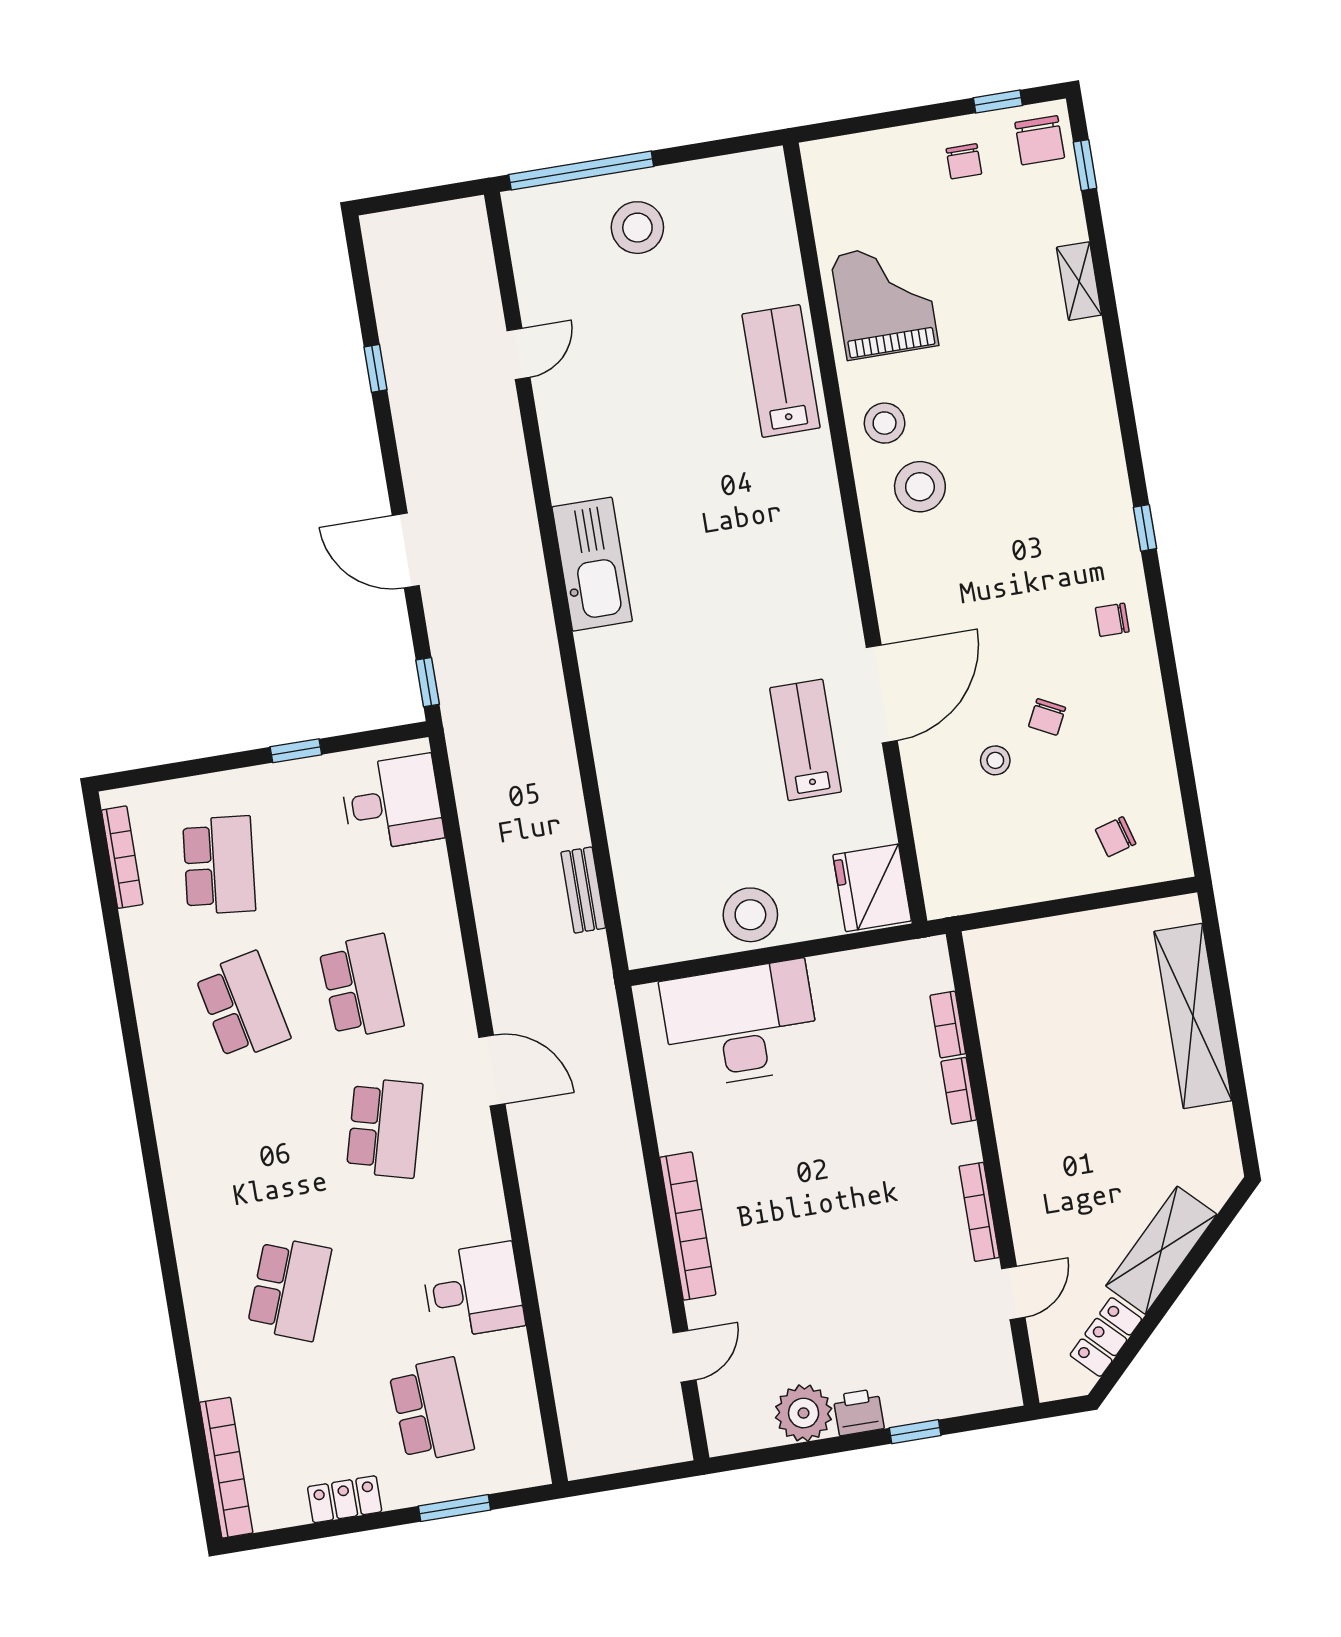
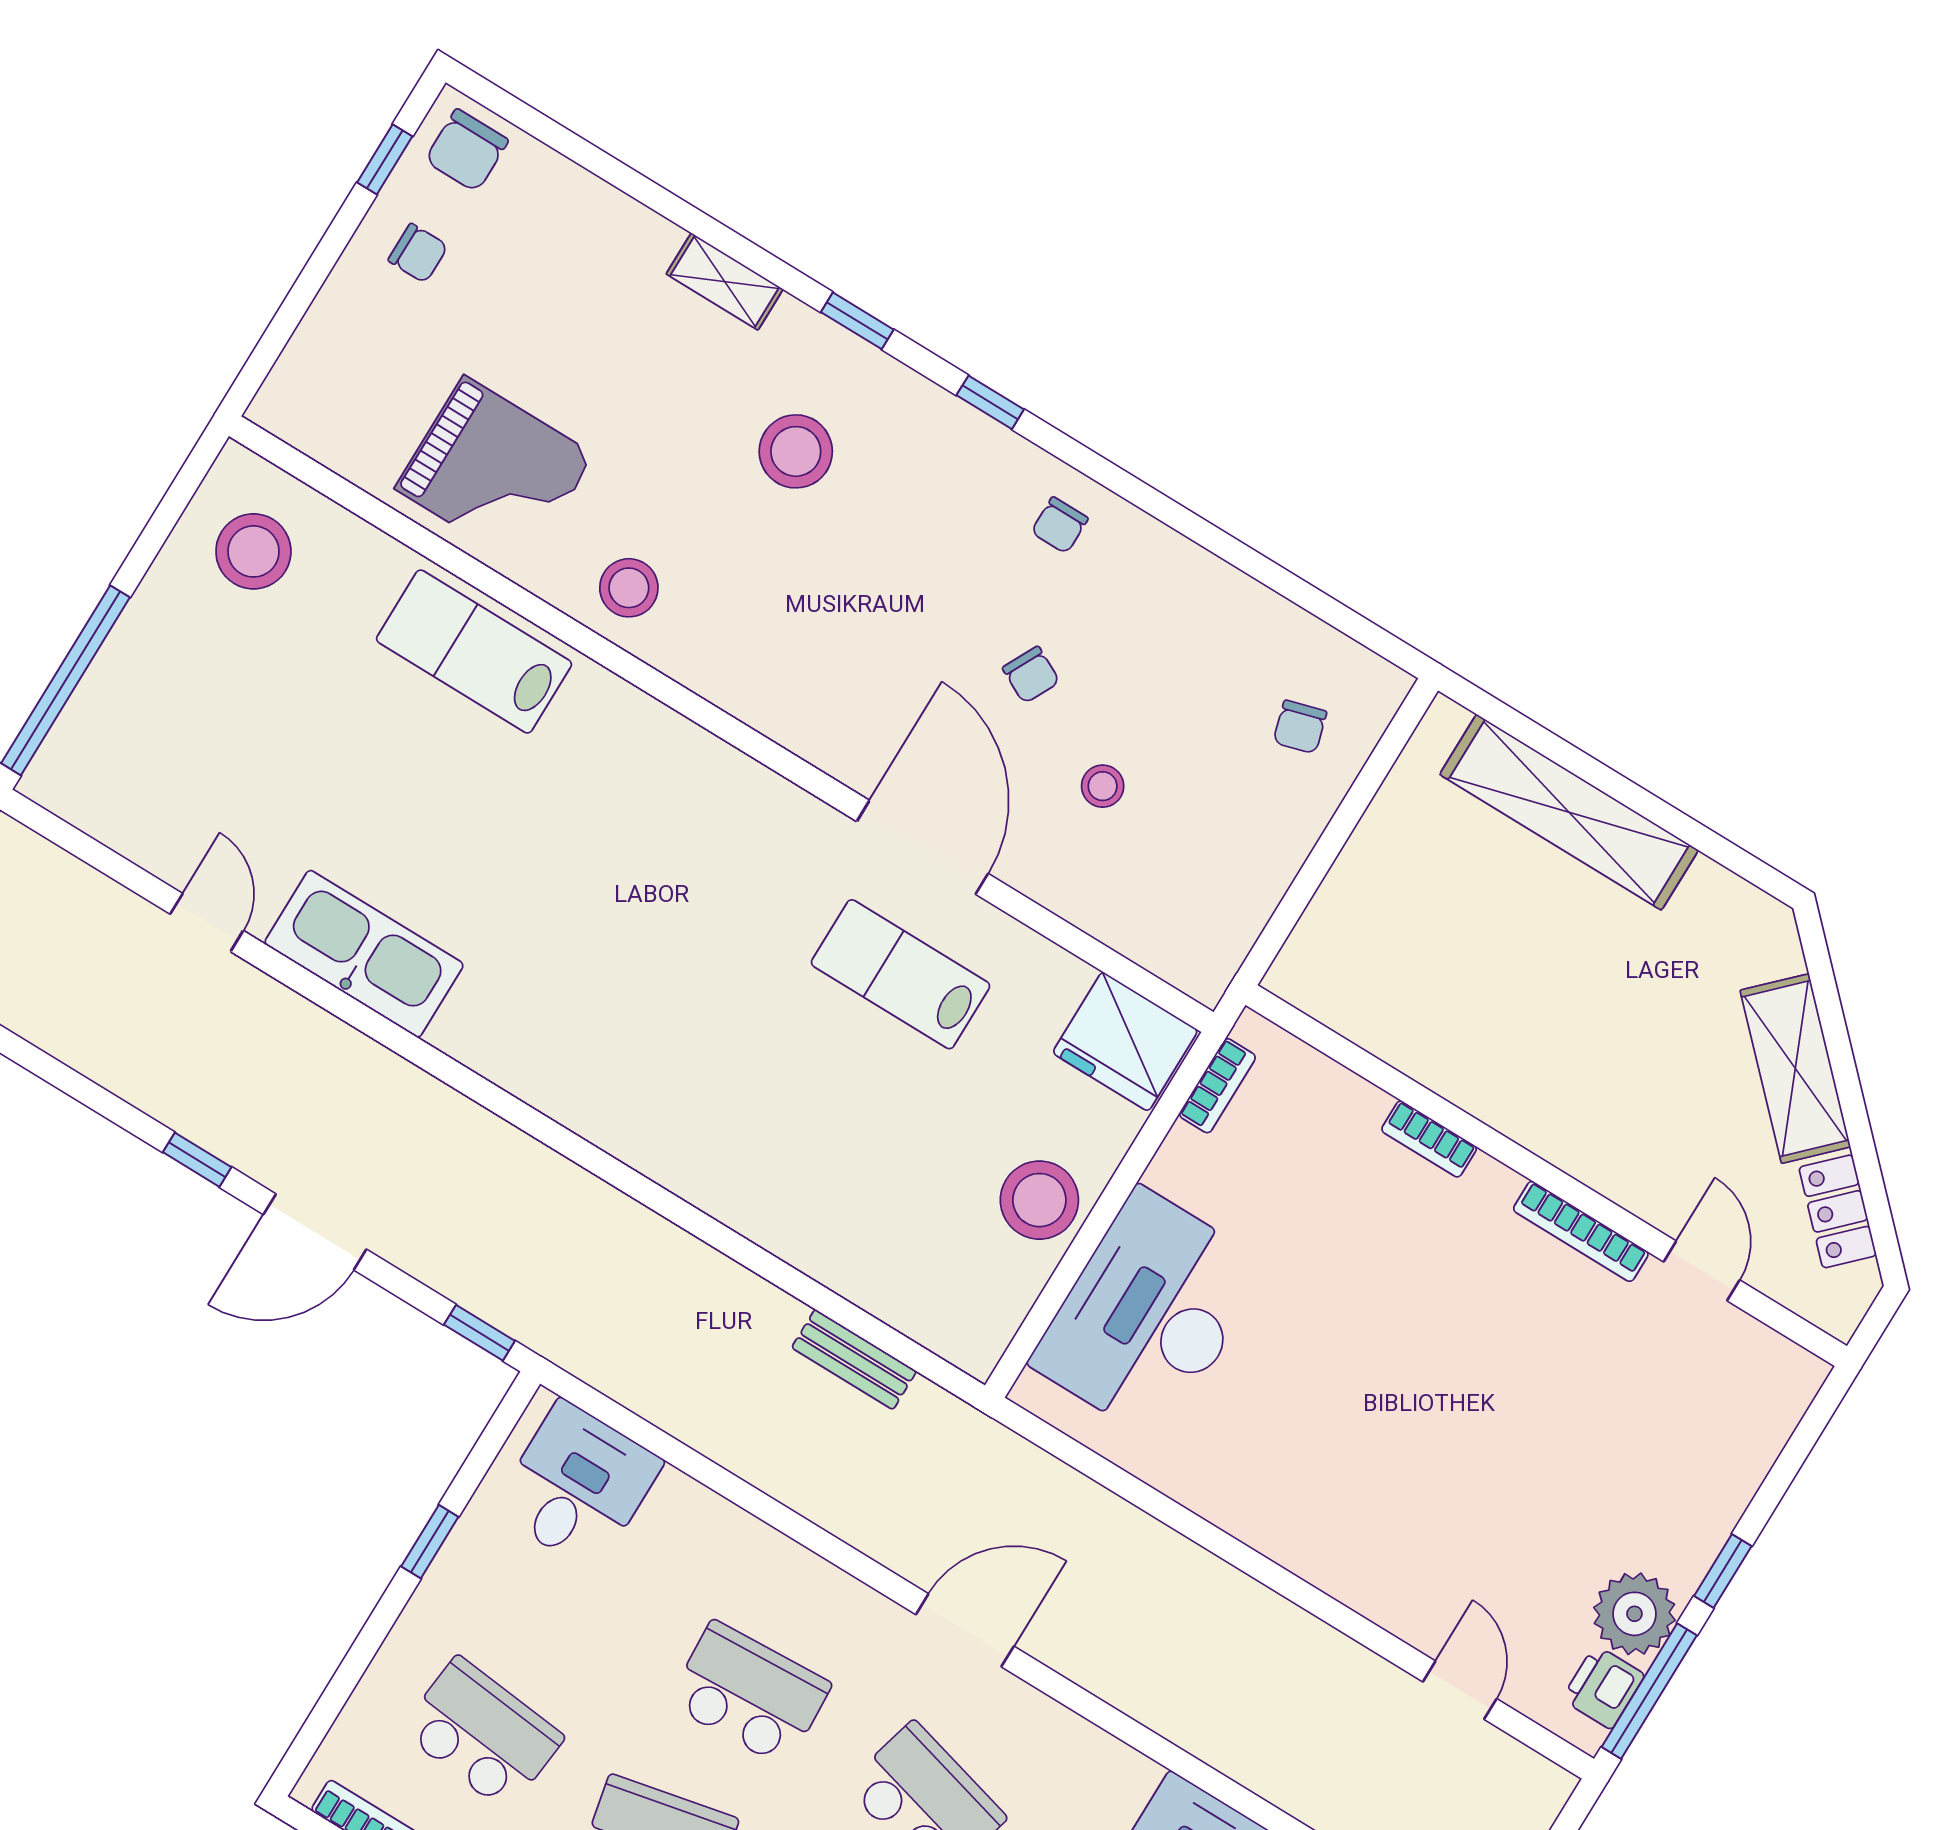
chair: (1040, 140) -> (467, 150), turned 90
window: (1085, 165) -> (857, 321), moved
stool: (637, 228) -> (253, 551), moved
shelving: (1079, 281) -> (725, 282), moved
grand piano: (884, 300) -> (495, 472), turned 180
window: (376, 368) -> (197, 1160), moved
stool: (920, 487) -> (796, 451), moved
kitchen sink: (592, 564) -> (364, 954), moved
chair: (1047, 717) -> (1031, 675), moved
bookcase: (948, 1025) -> (1217, 1086), moved, turned -90
bookcase: (688, 1226) -> (1320, 1563), removed
printer: (859, 1412) -> (1603, 1687), moved
window: (915, 1432) -> (1723, 1571), moved
window: (770, 1456) -> (1649, 1691), added

